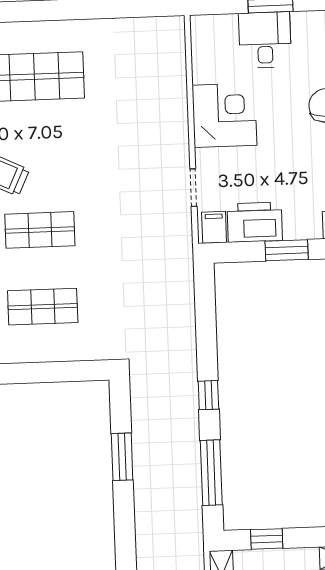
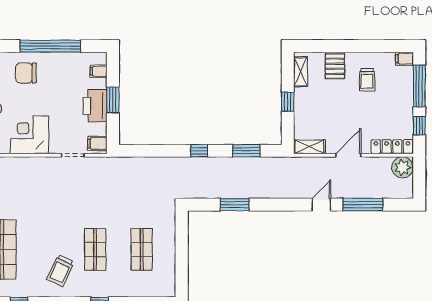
printer: (255, 222) -> (95, 106), moved
window: (211, 473) -> (246, 151), width x0.69
window: (267, 539) -> (288, 102), moved

